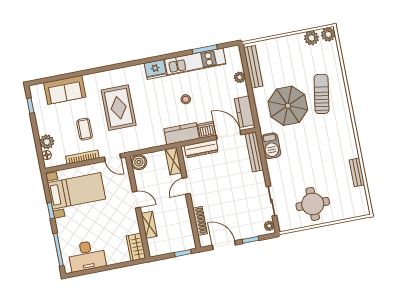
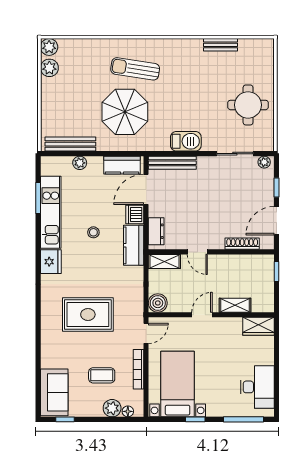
sofa: (65, 90) -> (54, 392), moved
sun lounger: (321, 94) -> (135, 69), moved
coffee table: (85, 129) -> (102, 375), moved
barbecue: (271, 146) -> (186, 141), moved
dresser: (201, 149) -> (156, 231), width x0.70

